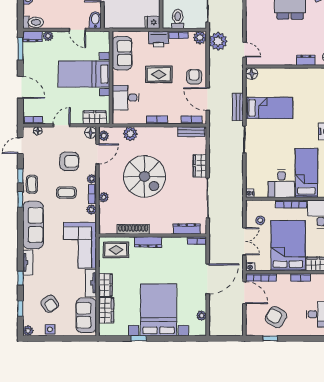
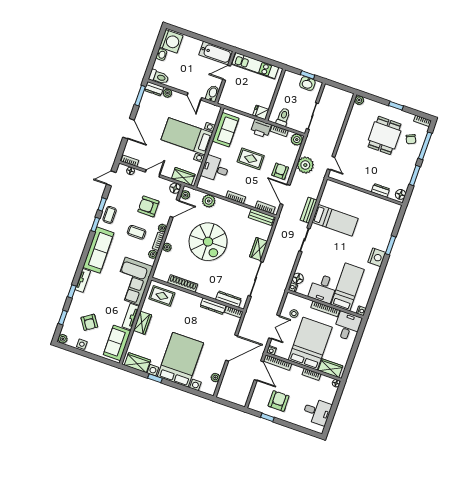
plant: (218, 41) -> (305, 165), moved
floor lamp: (252, 74) -> (298, 278), moved
armchair: (69, 161) -> (148, 206), turned 180
dresser: (148, 242) -> (213, 306), moved
wardrobe: (106, 310) -> (137, 363), moved, turned -90
armchair: (276, 317) -> (279, 401), turned 60

